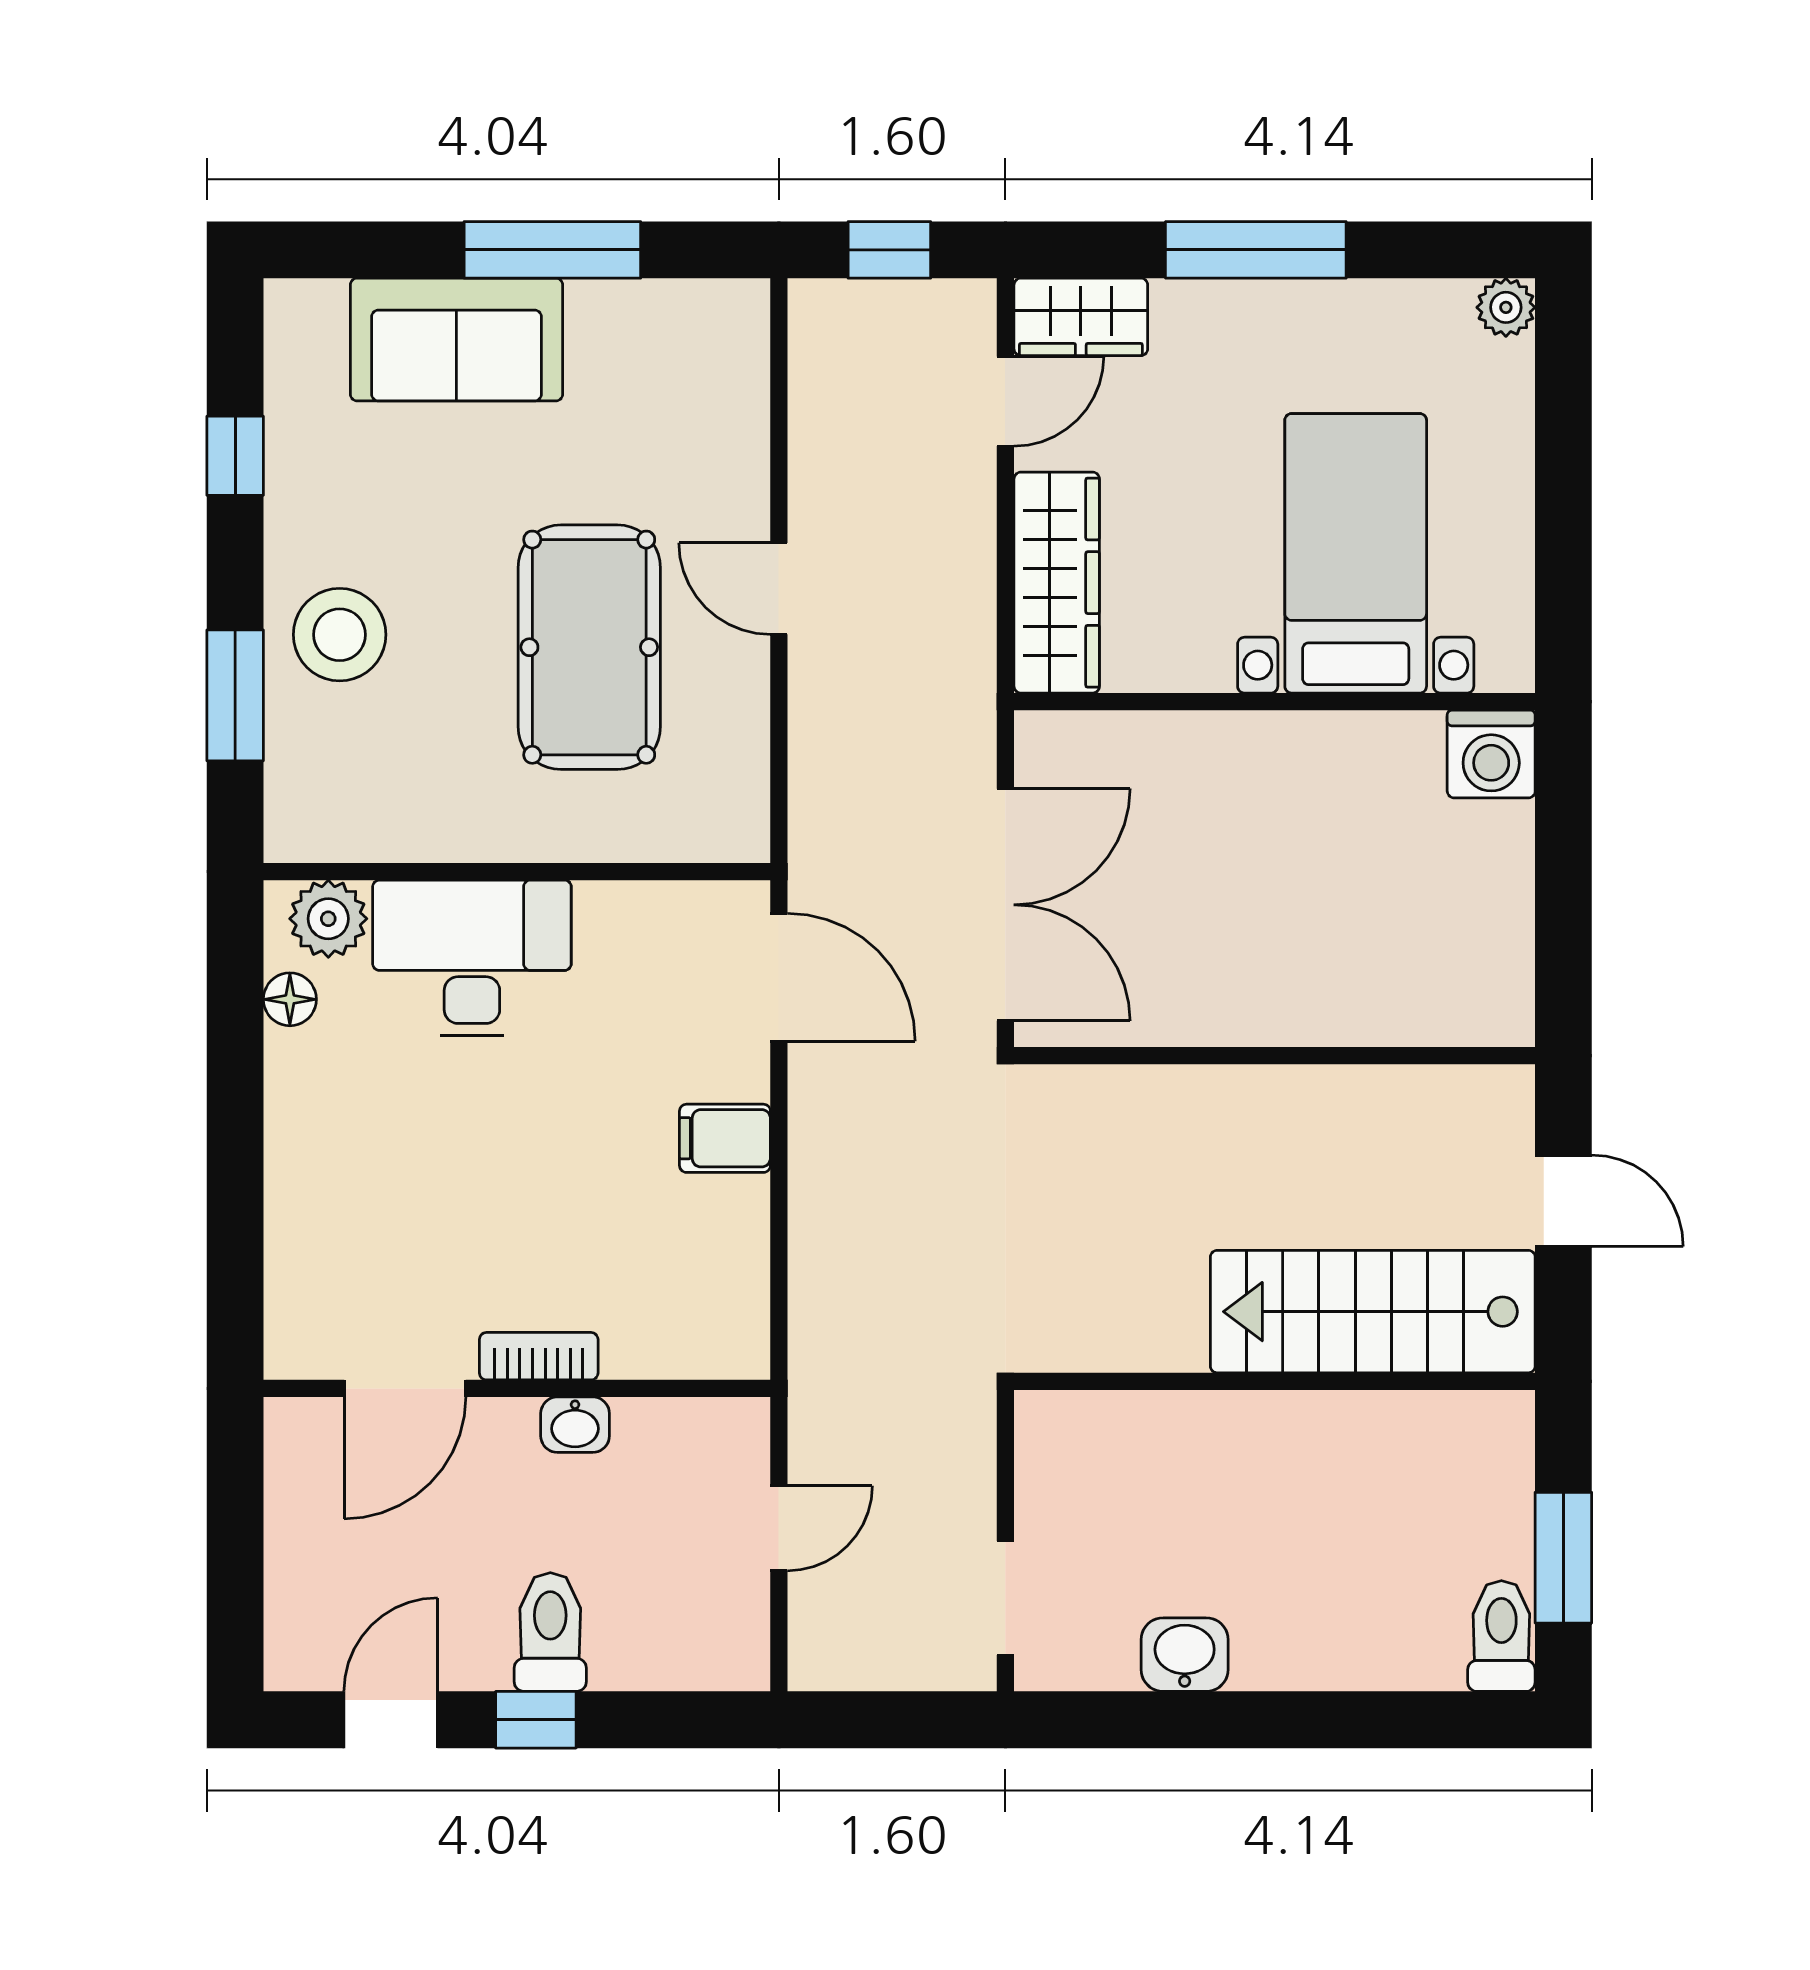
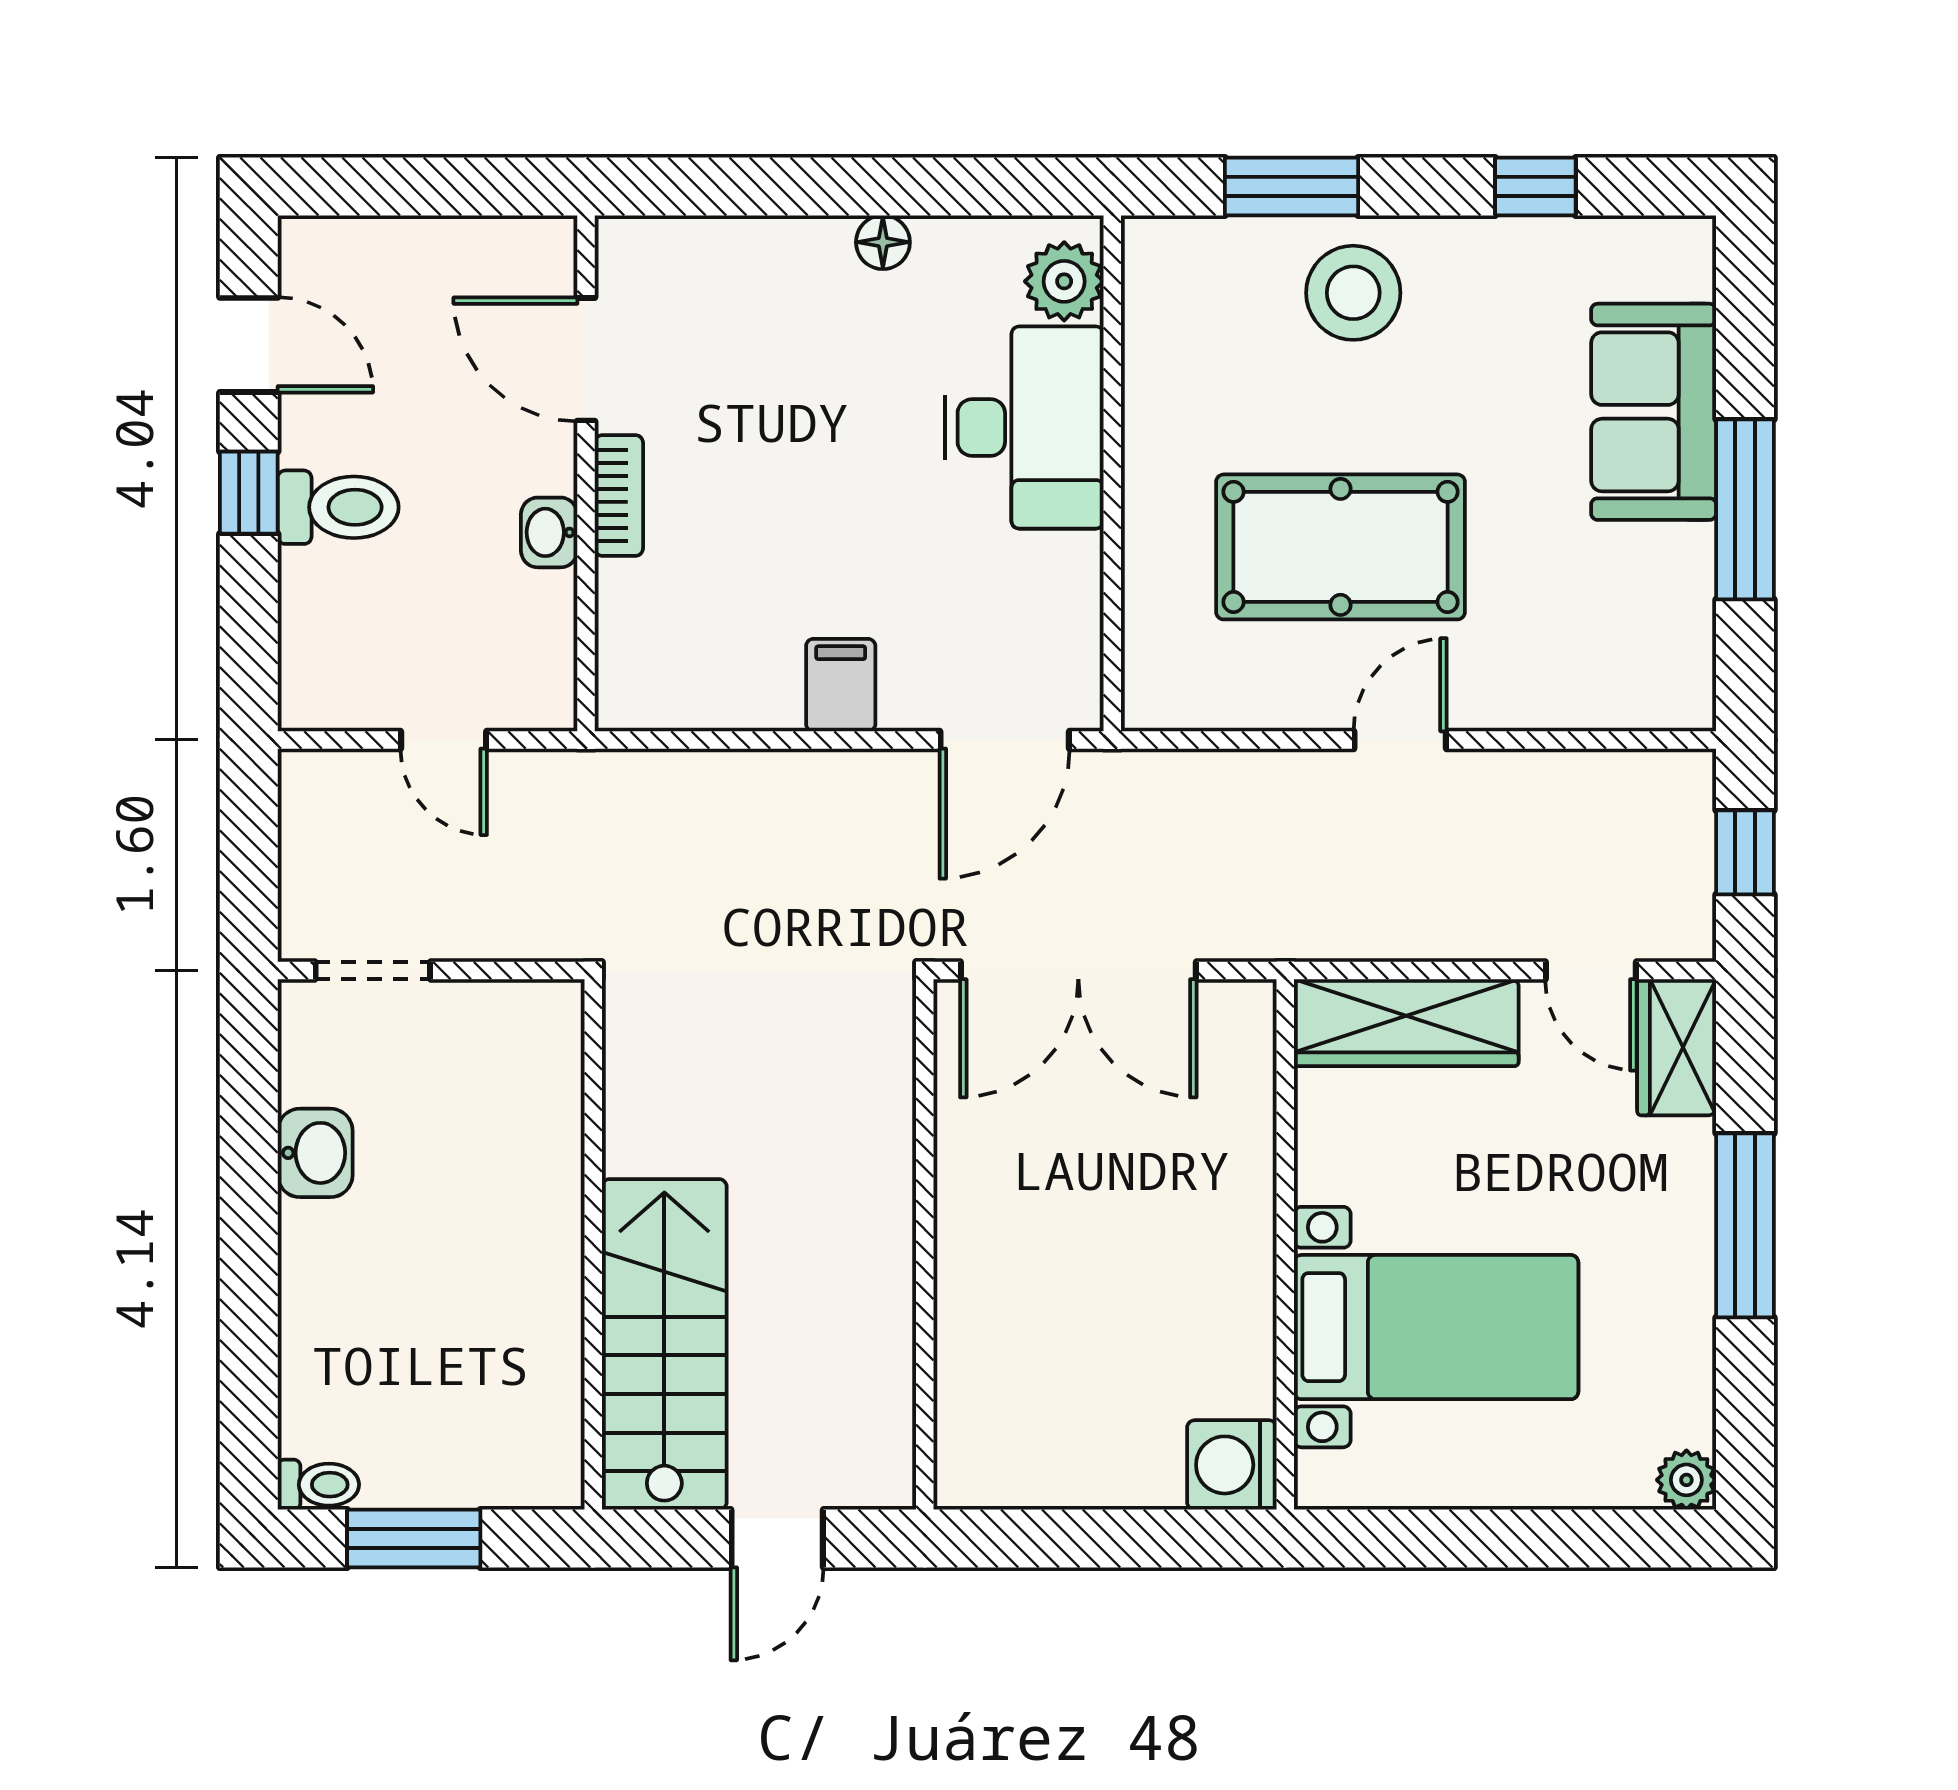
floor lamp: (290, 999) -> (883, 242), moved
toilet: (1501, 1636) -> (318, 1485), width x0.73, depth x0.72

